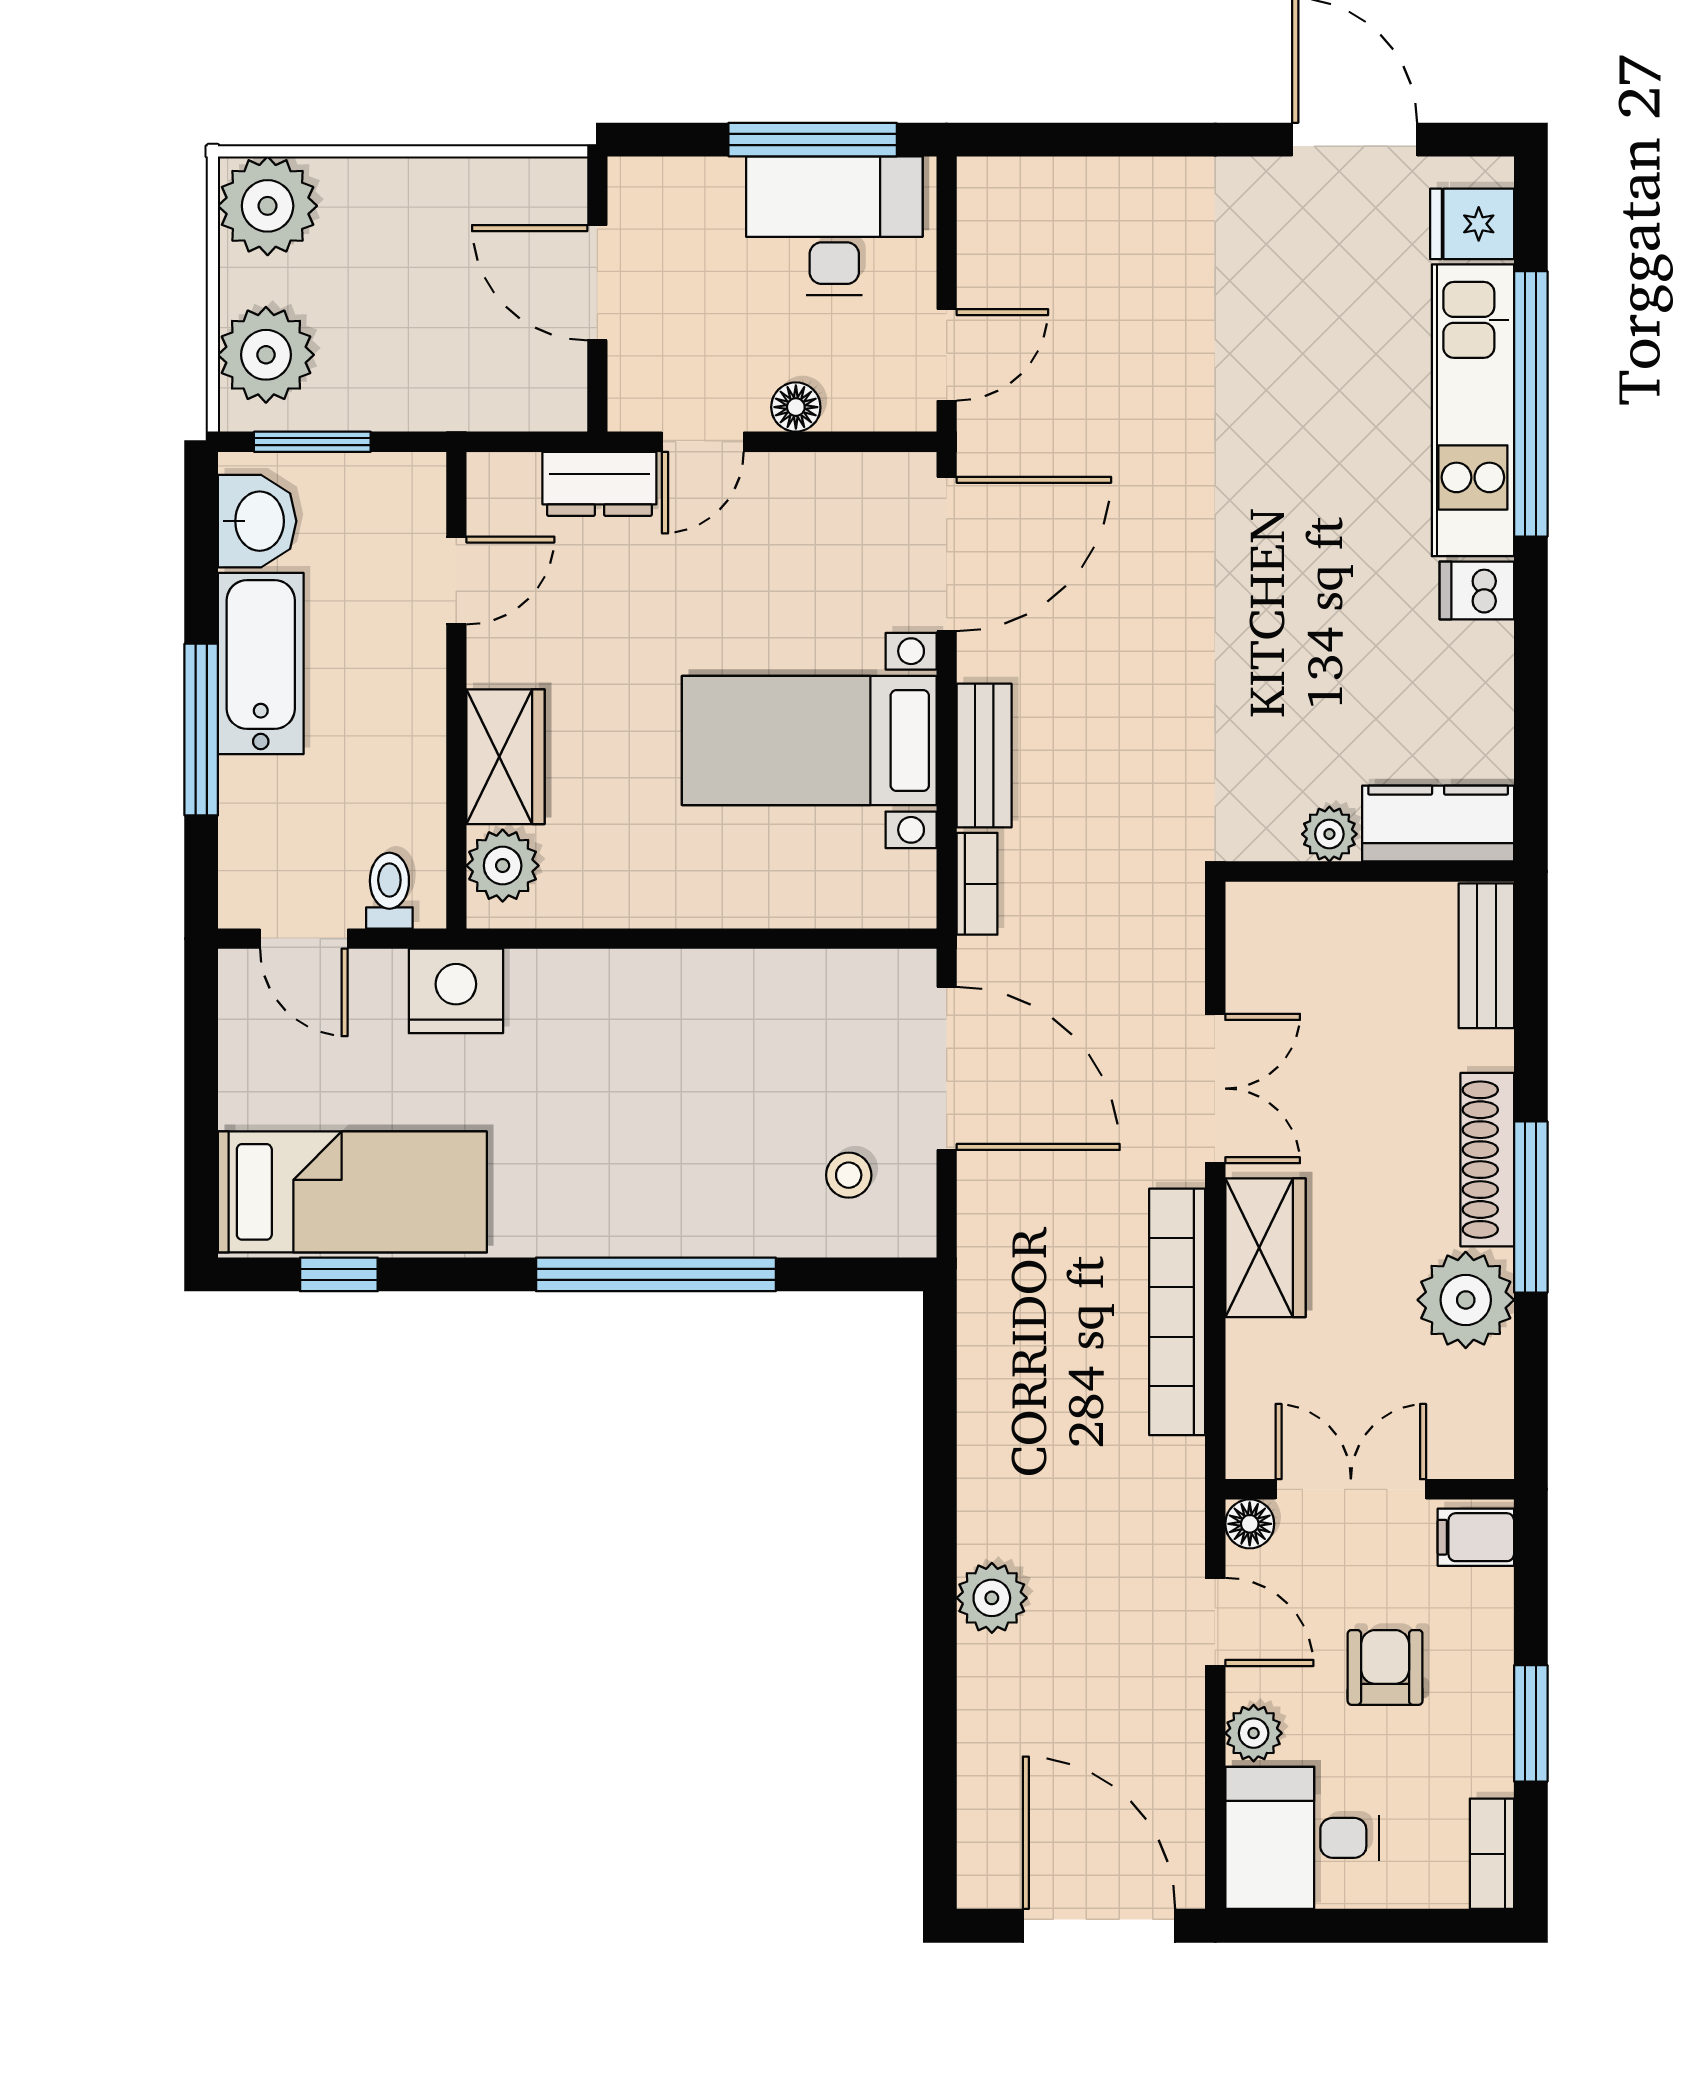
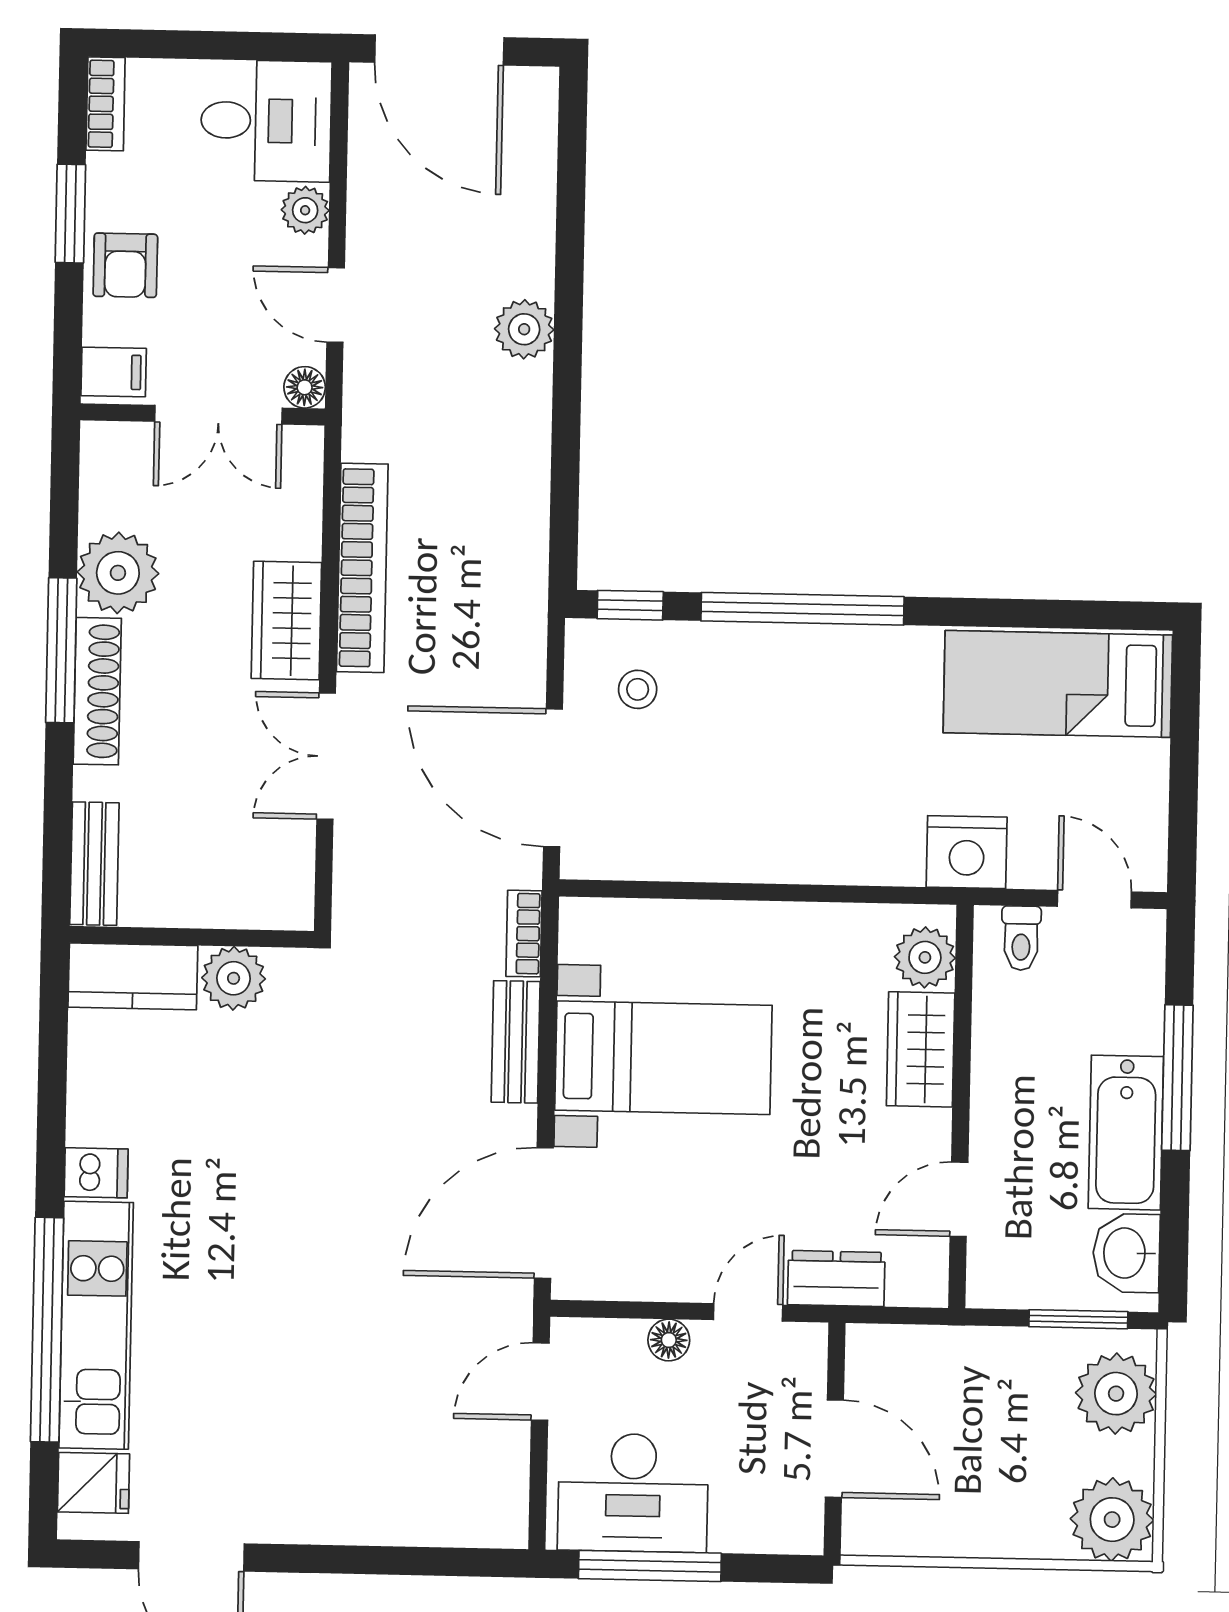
plant: (1329, 834) -> (234, 978), width x1.38, depth x1.38
window: (339, 1274) -> (630, 605), moved
armchair: (1385, 1667) -> (125, 265), moved

